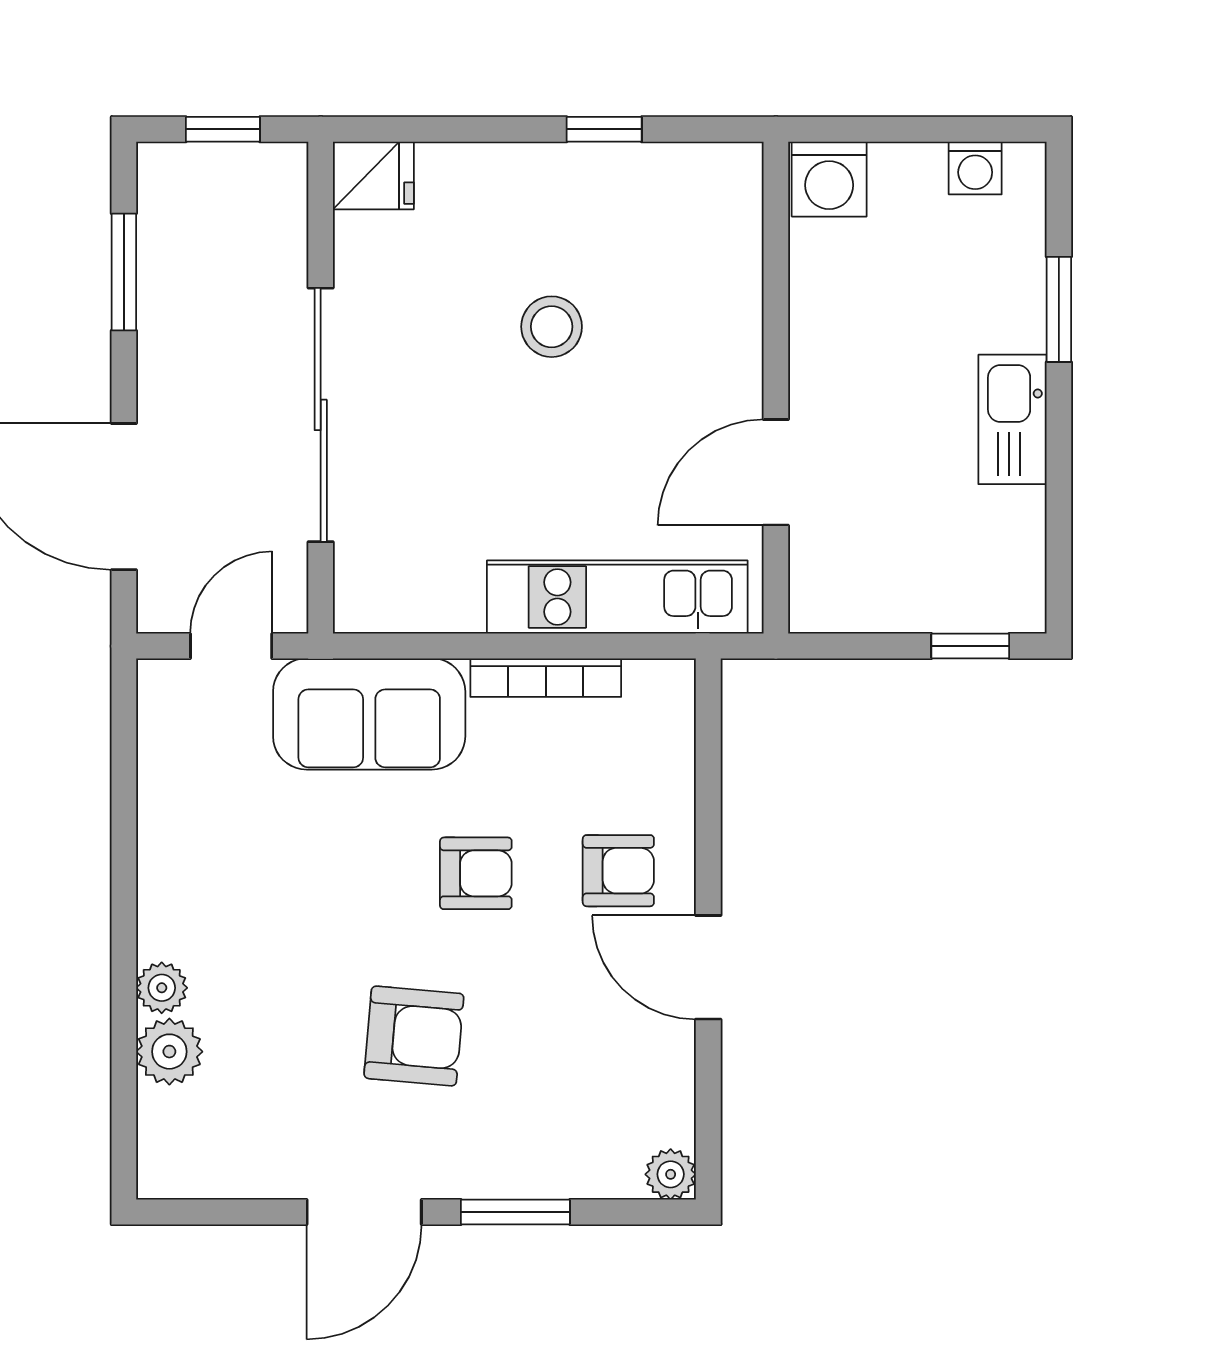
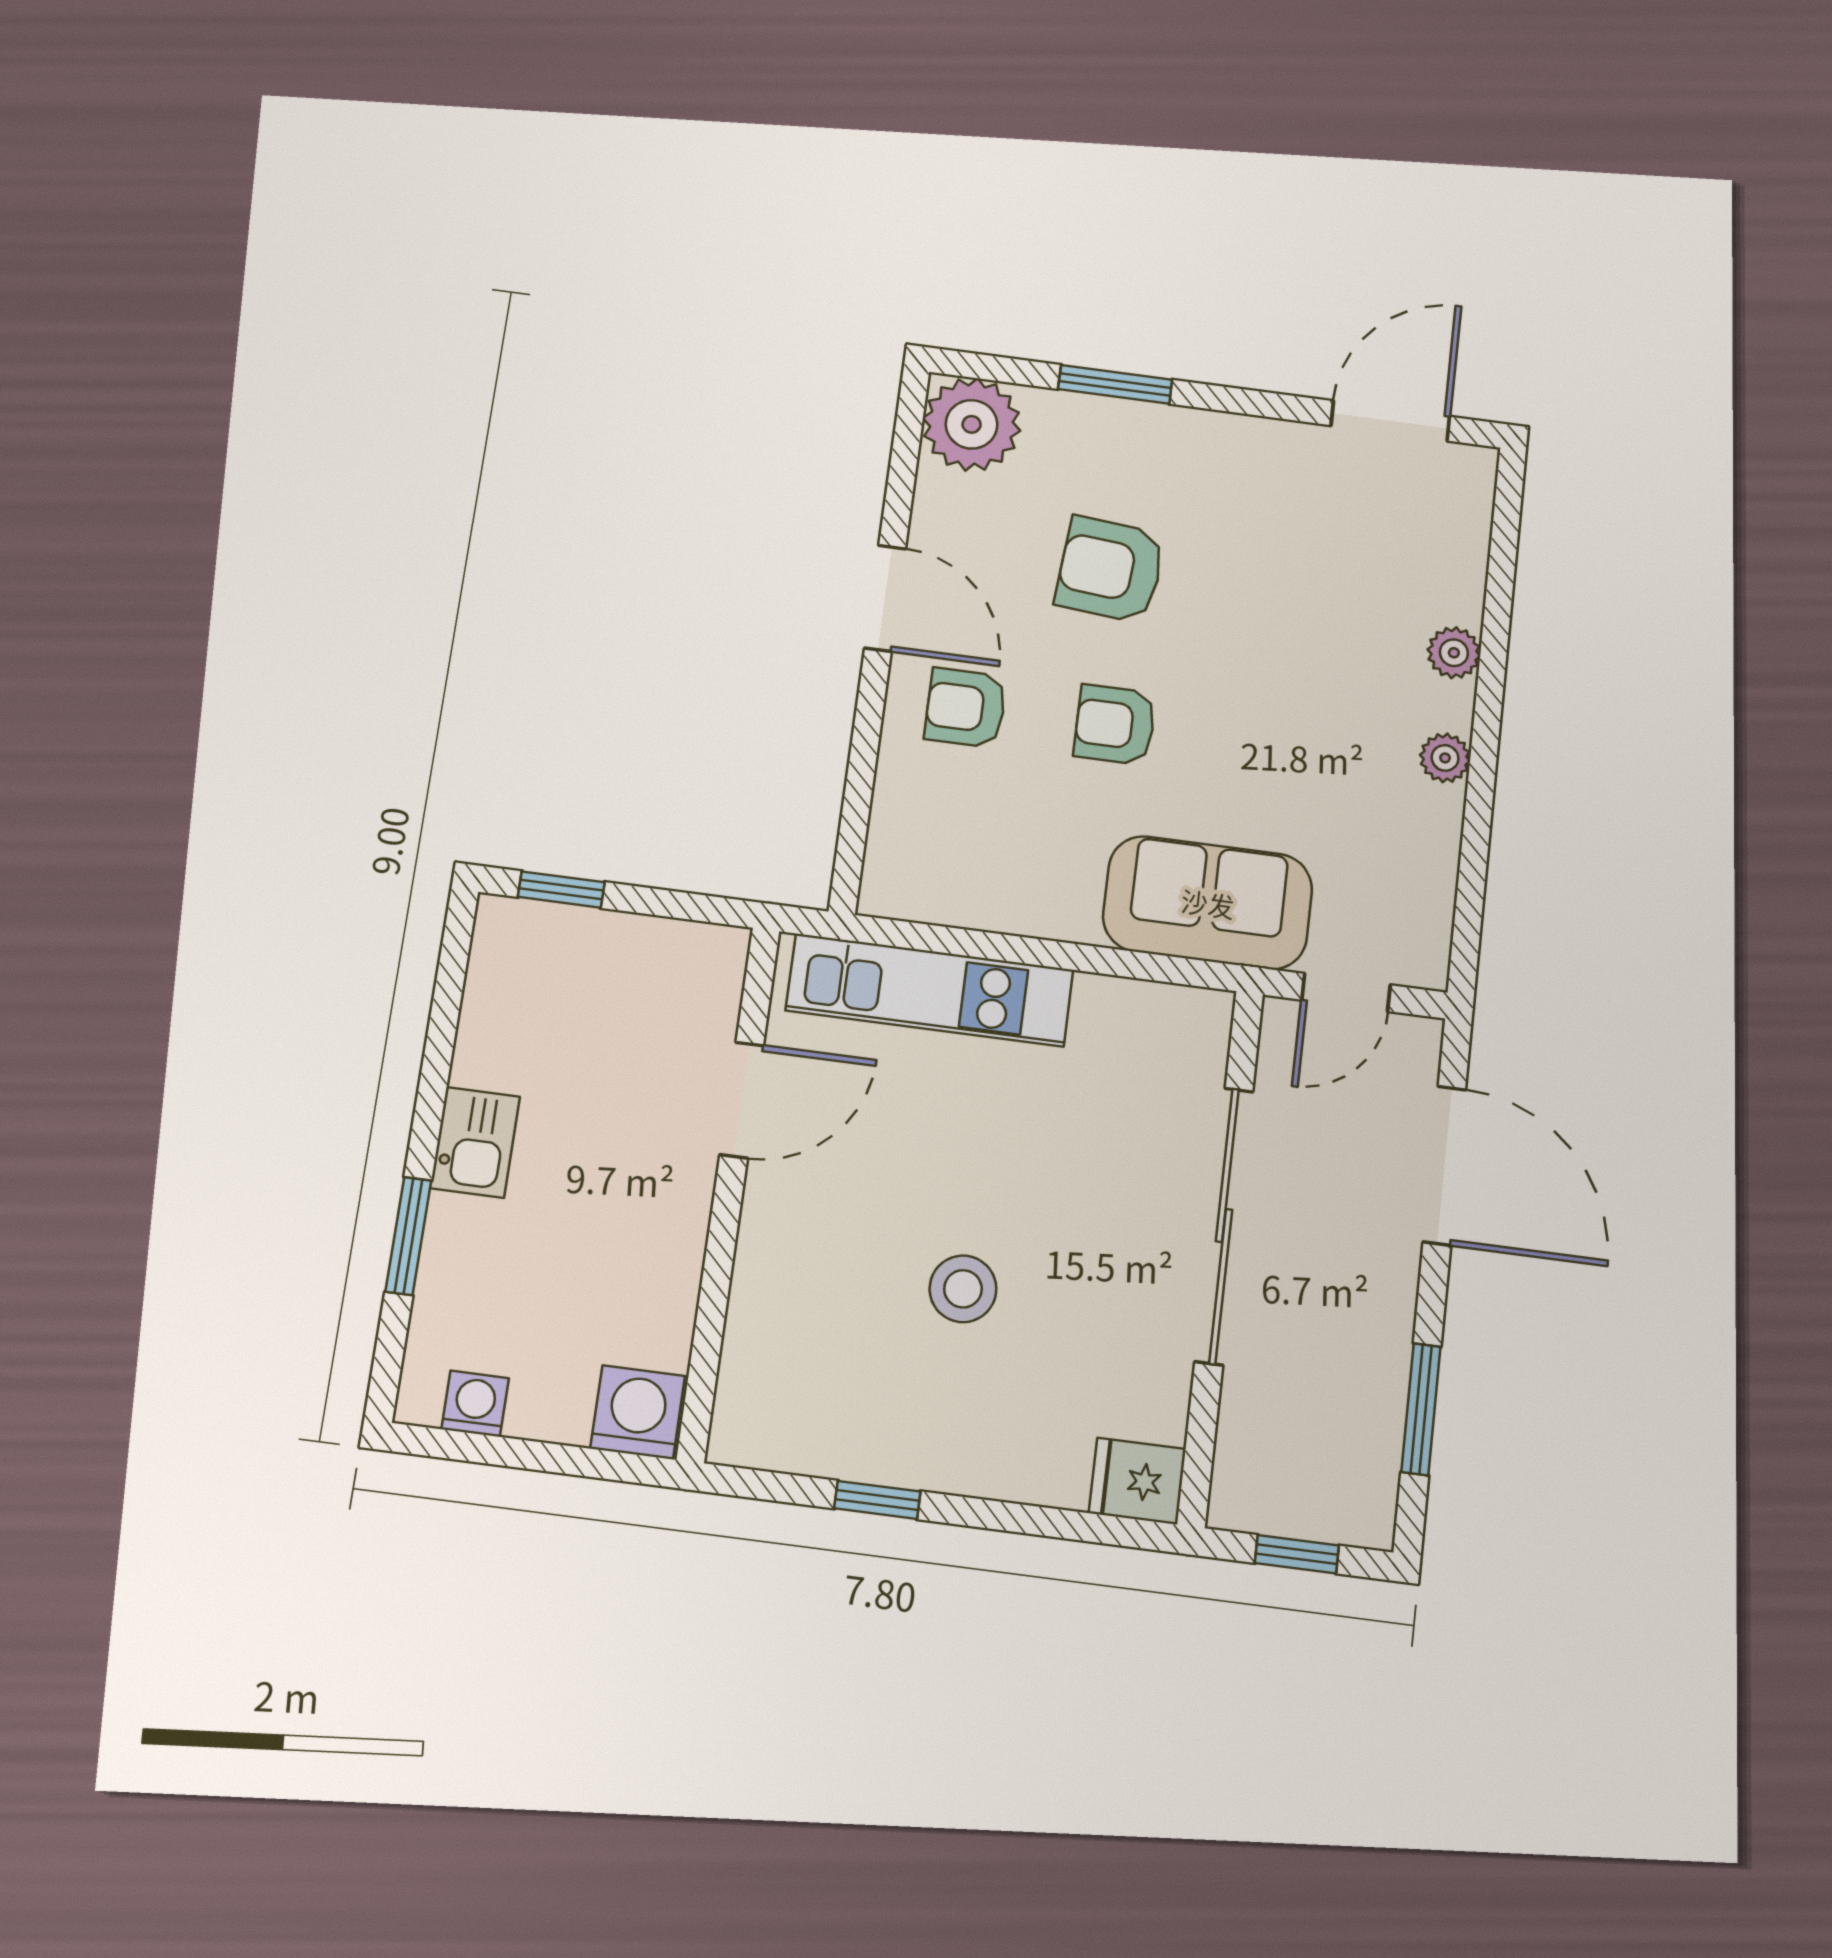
kitchen sink: (1012, 419) -> (475, 1142), width x0.73
bookcase: (546, 678) -> (1017, 916), removed
armchair: (414, 1036) -> (1110, 570), moved
plant: (169, 1052) -> (1445, 758), moved, width x0.73, depth x0.73
plant: (671, 1174) -> (972, 424), width x1.88, depth x1.88
door: (364, 1212) -> (1390, 421), moved

